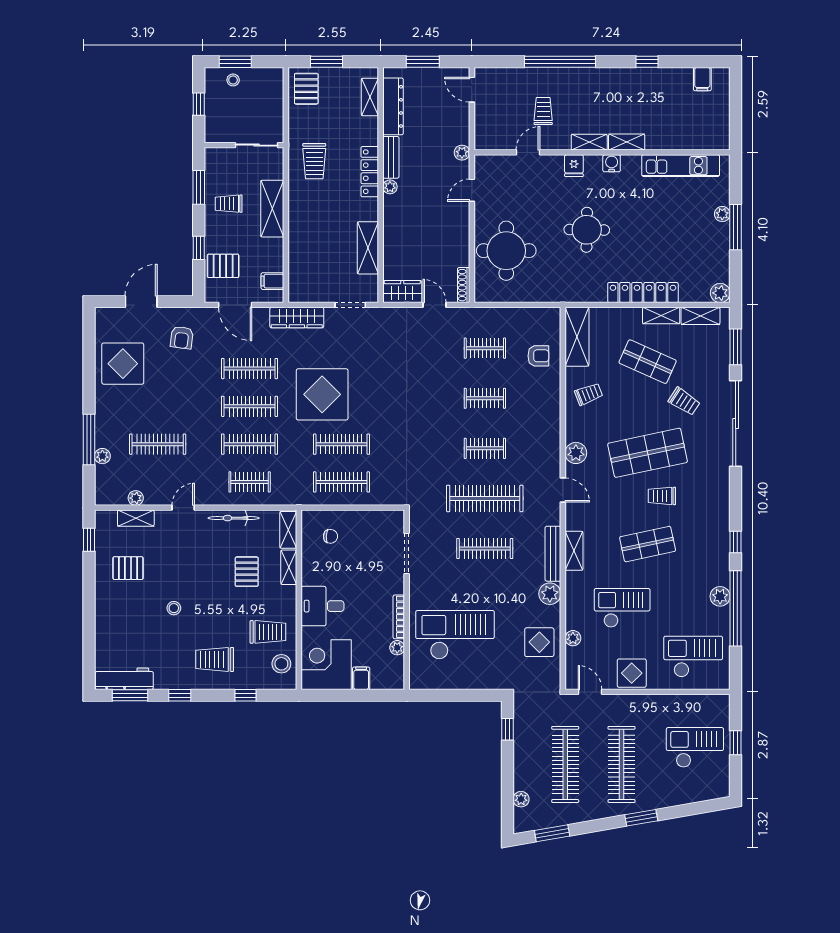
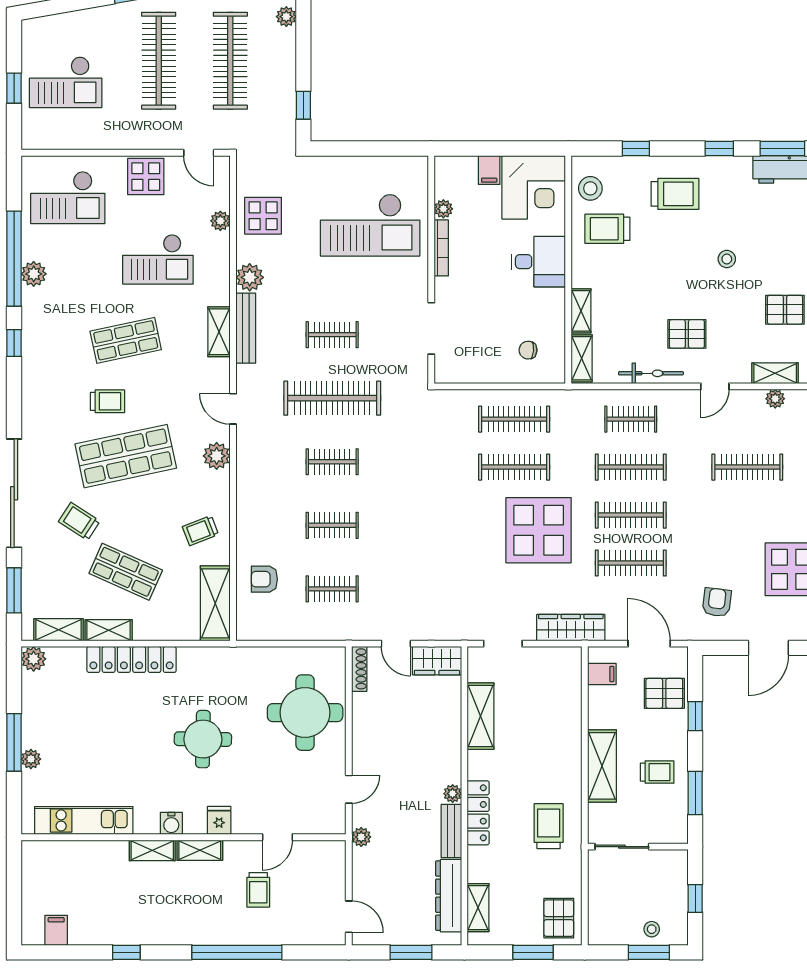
clothes rail: (485, 548) -> (332, 335), width x0.73
pallet: (247, 572) -> (687, 334), moved, turned 90

